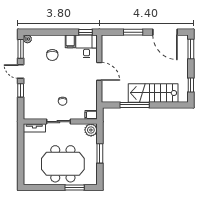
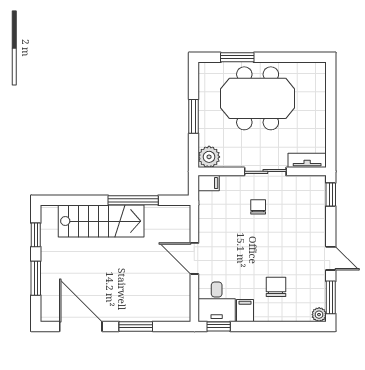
window: (191, 49) -> (36, 278), moved
window: (21, 90) -> (331, 195), moved

